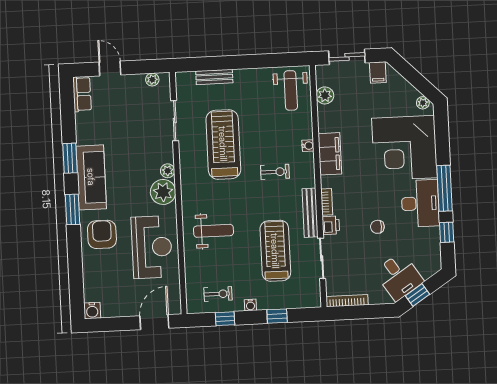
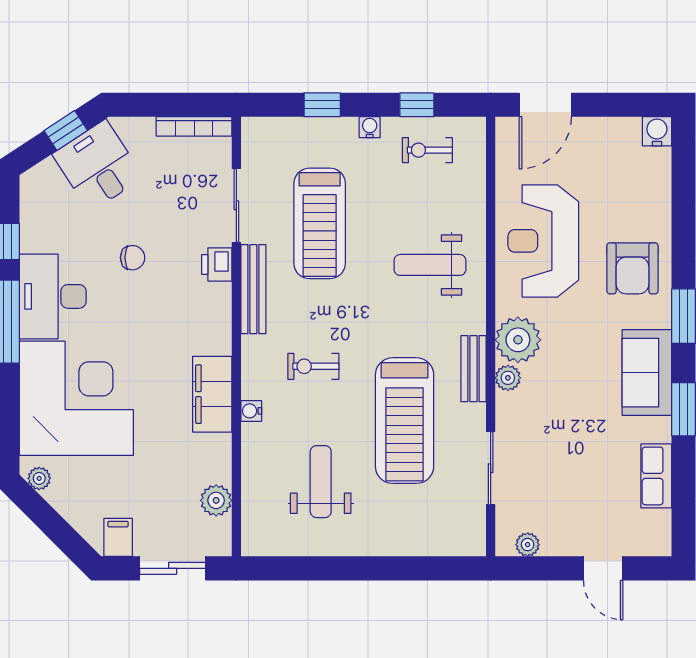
bench: (214, 77) -> (473, 369), moved, turned 90
weight bench: (291, 90) -> (321, 482), moved
row of seats: (82, 94) -> (656, 476), moved
sofa: (91, 177) -> (647, 373), width x0.73
bookcase: (327, 202) -> (222, 307), removed

